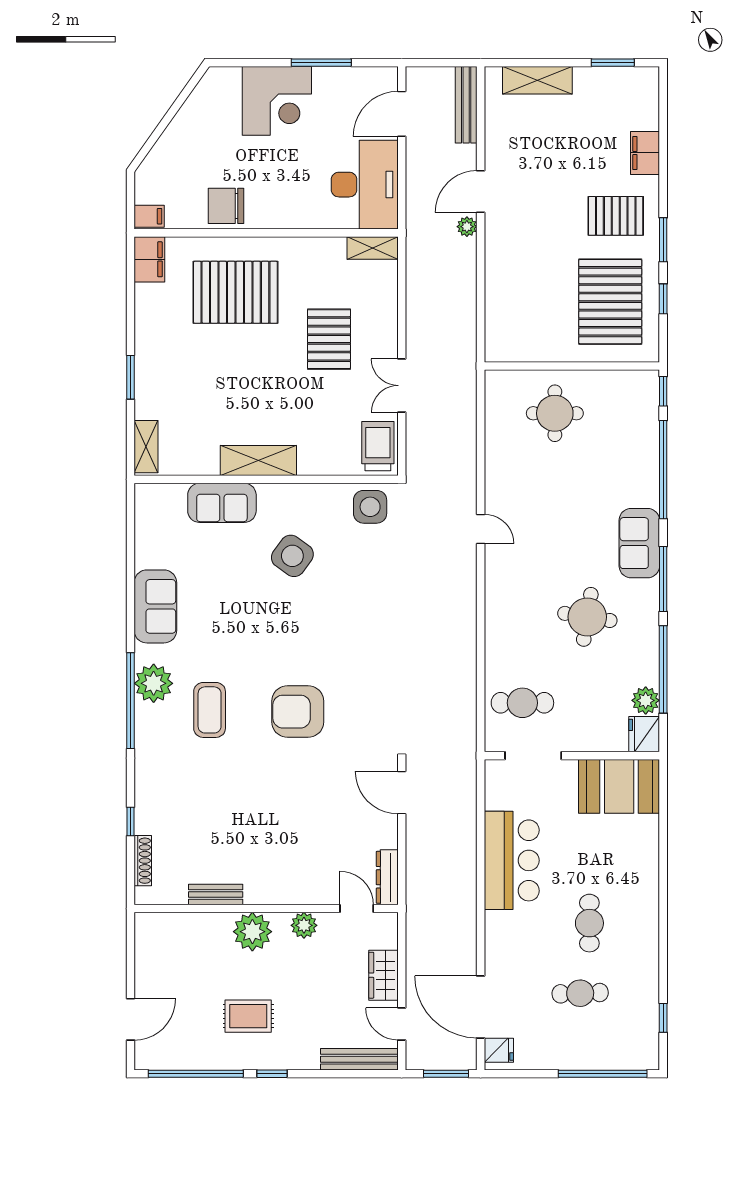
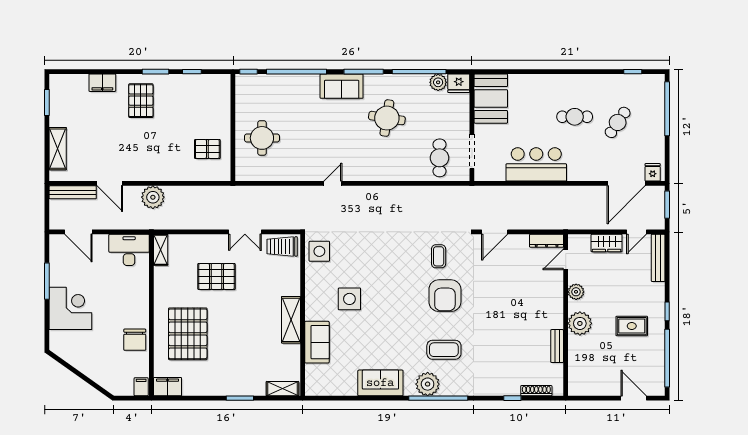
desk: (365, 185) -> (129, 250), width x0.73, depth x0.77
door: (481, 192) -> (110, 183), moved
plant: (467, 227) -> (153, 197), width x1.87, depth x1.87
pallet: (610, 302) -> (207, 149), moved, width x0.49, depth x0.50
side table: (292, 556) -> (349, 299), turned -36
coffee table: (362, 701) -> (439, 256), added
cafe table: (580, 993) -> (618, 122), turned 36
rug: (248, 1016) -> (632, 326), turned 90

